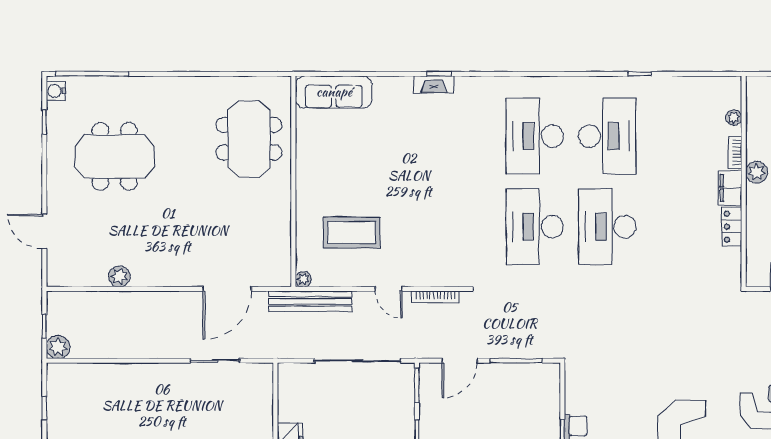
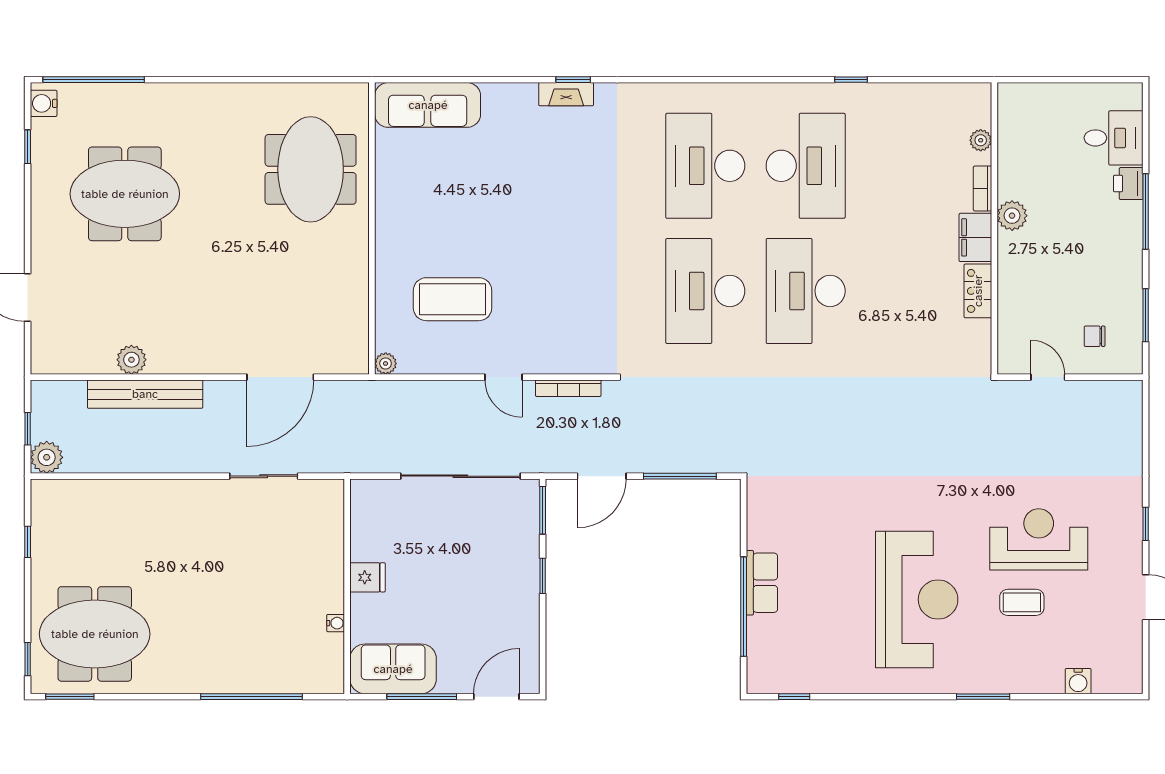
bench: (310, 301) -> (145, 394), moved

